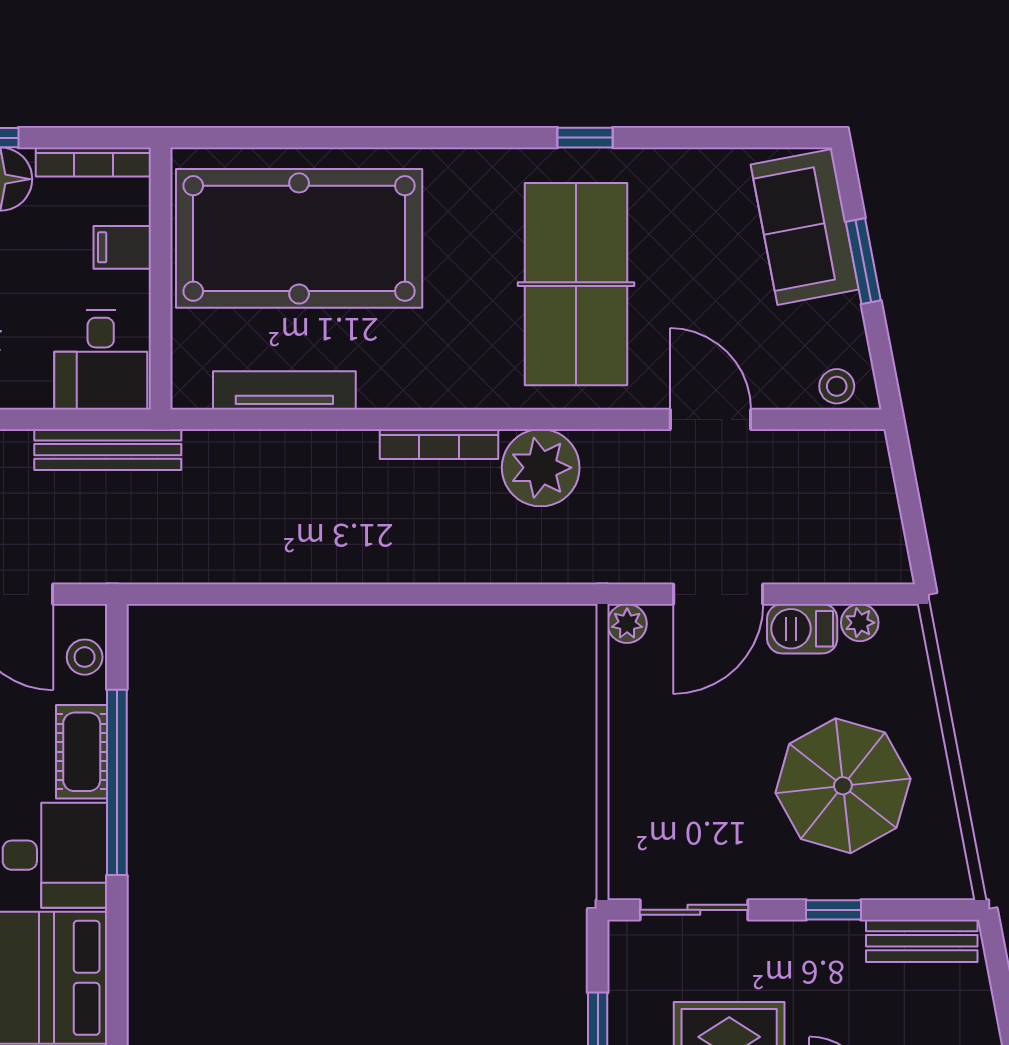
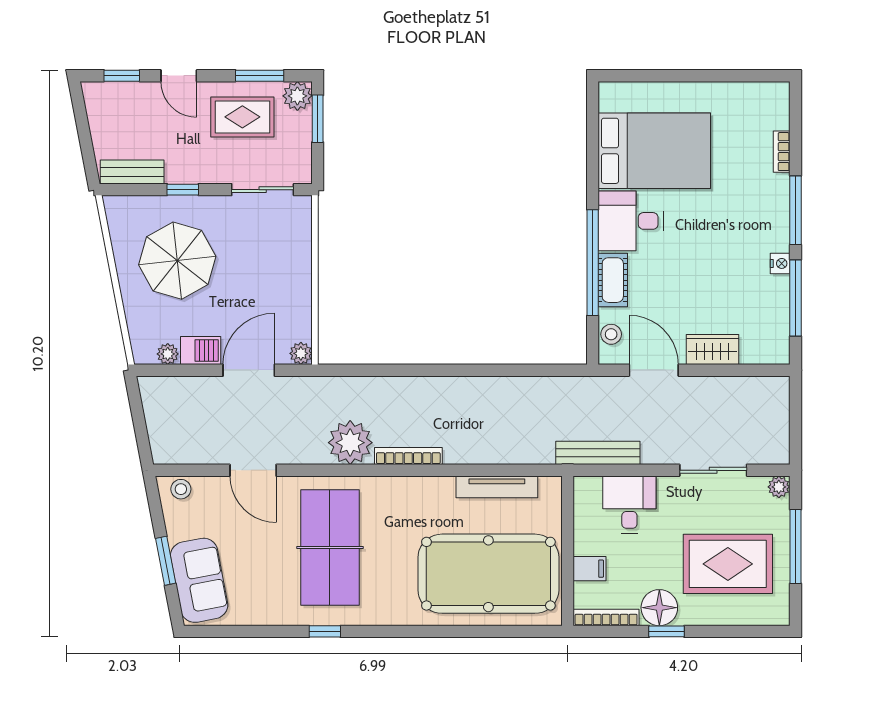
desk: (101, 360) -> (629, 504), moved

